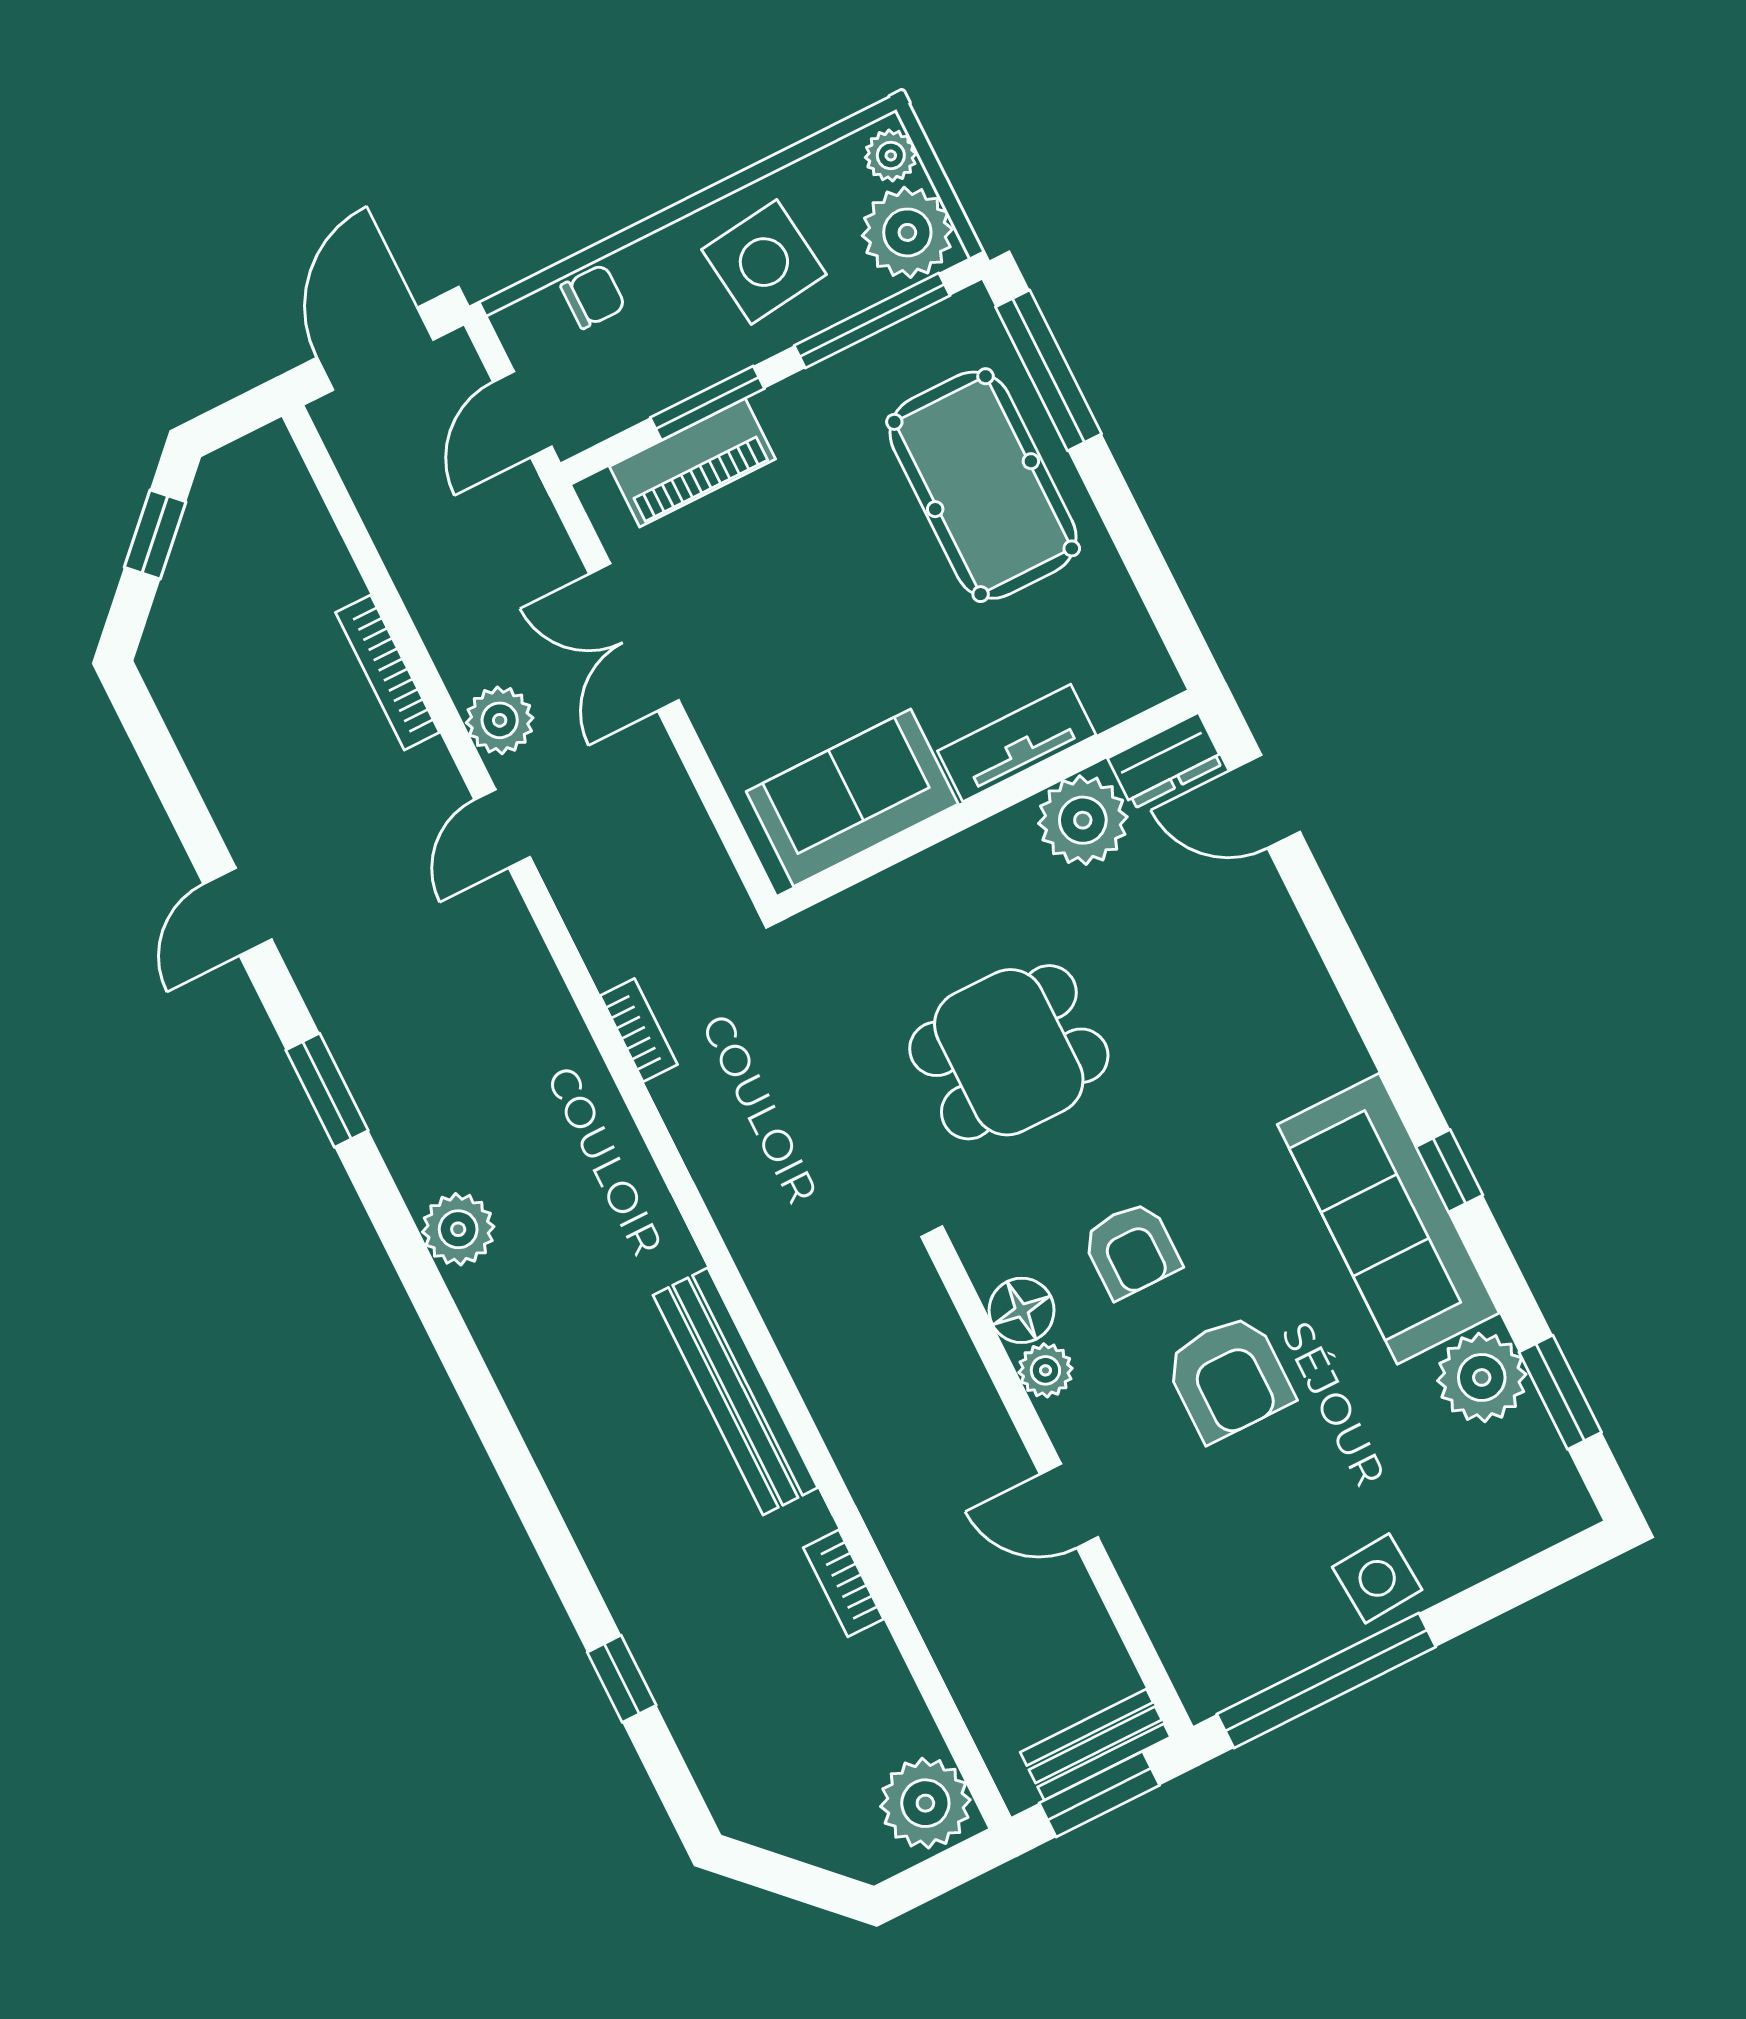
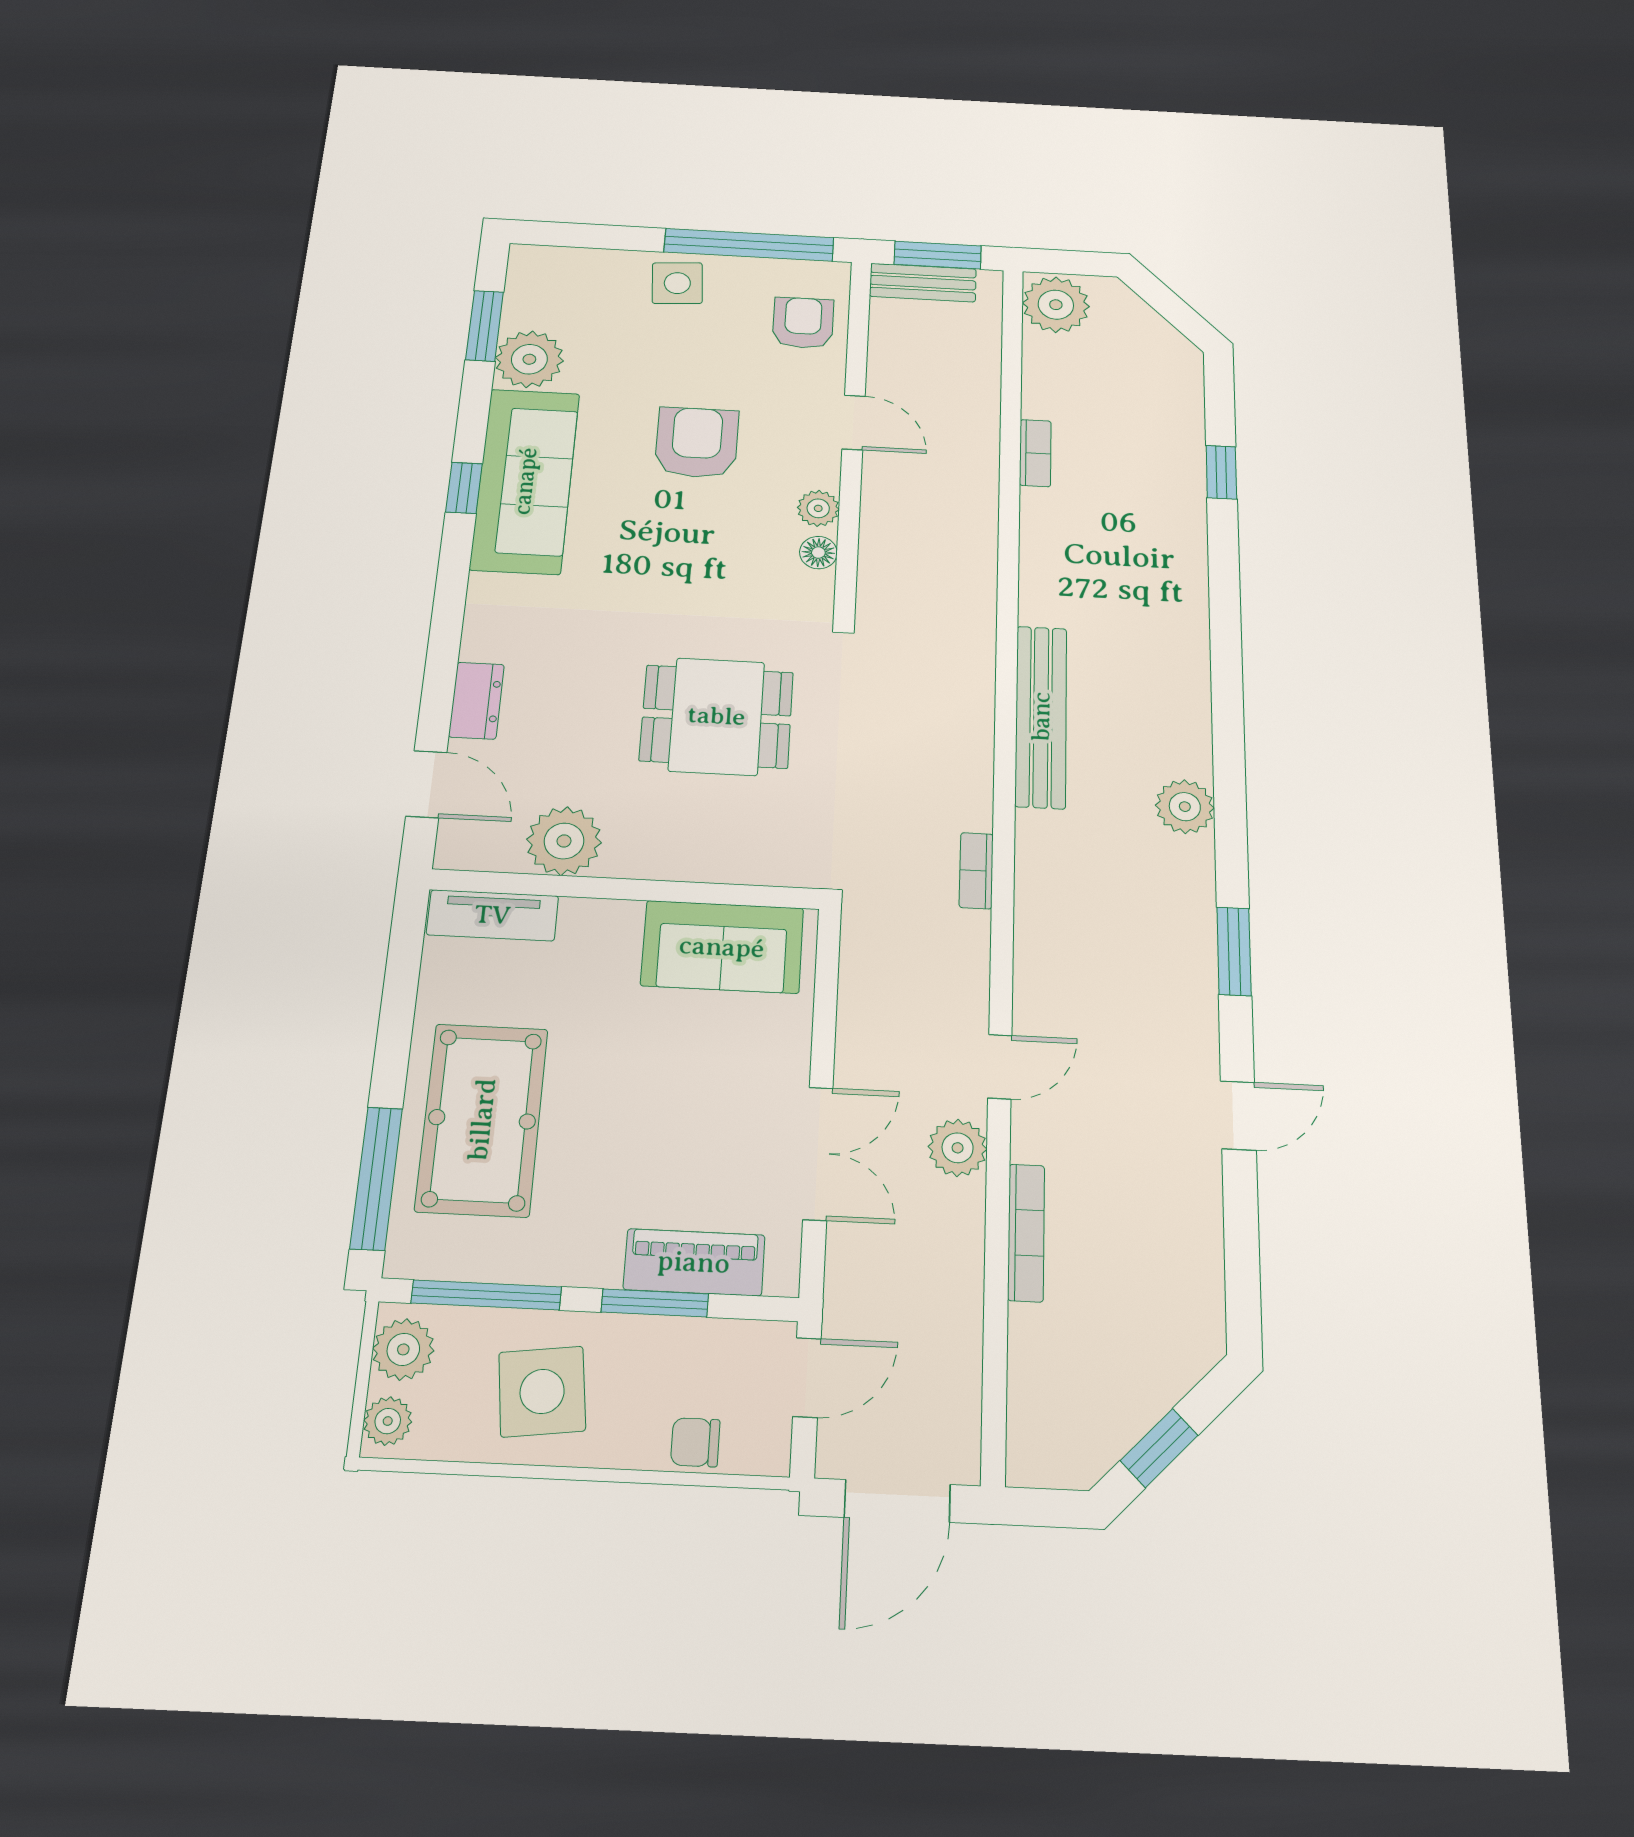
plant: (907, 232) -> (403, 1349), width x0.73, depth x0.73
tv unit: (1017, 743) -> (493, 915), moved
dresser: (1166, 761) -> (476, 701), moved, turned 90
armchair: (1131, 1250) -> (803, 323), moved
floor lamp: (1022, 1310) -> (818, 553), width x0.73, depth x0.73
bench: (735, 1391) -> (1041, 716), moved

